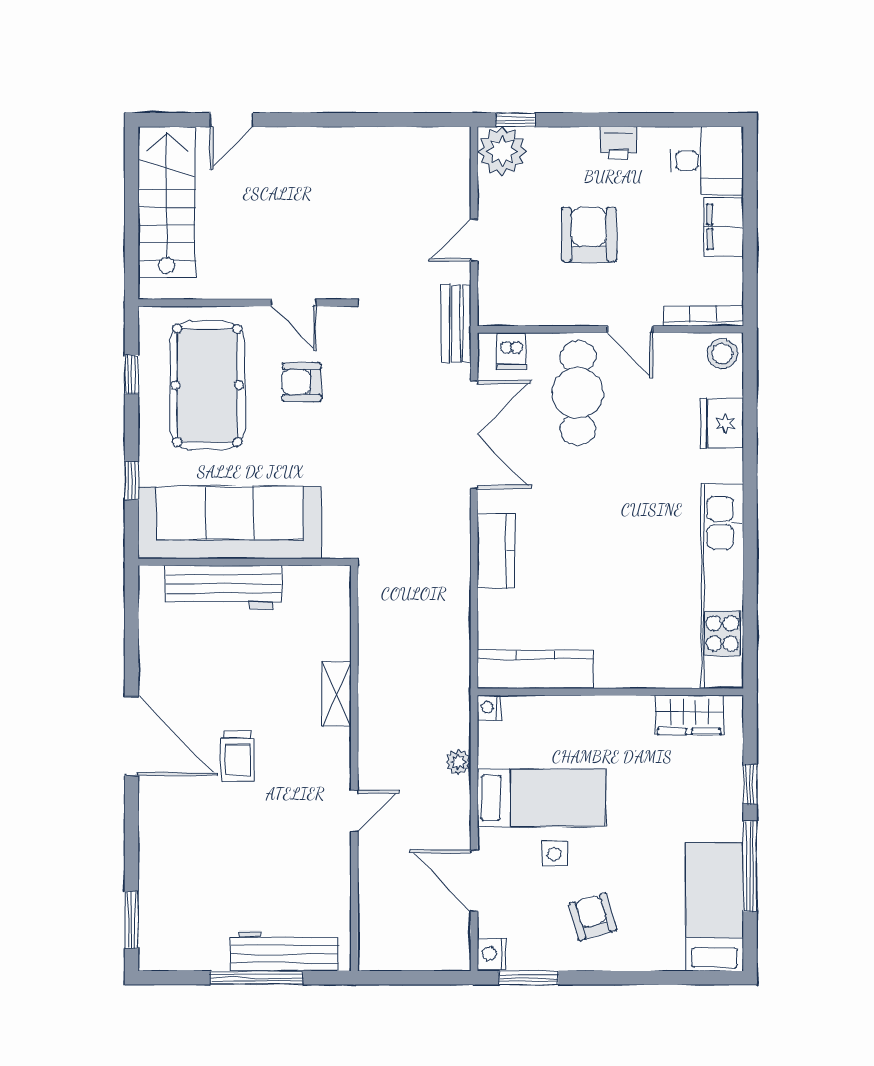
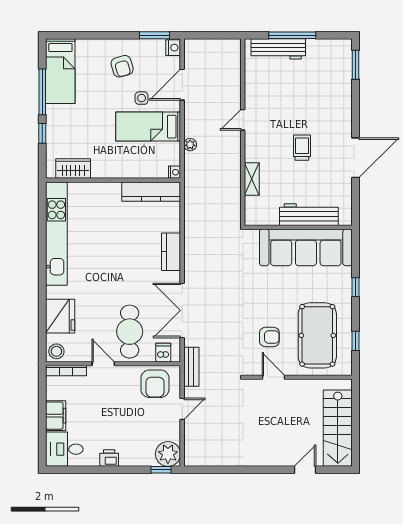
armchair: (589, 235) -> (155, 384), moved
fridge: (722, 423) -> (60, 316), width x1.36, depth x1.34
sofa: (230, 523) -> (306, 247), moved
wall: (245, 562) -> (298, 227), moved
workbench: (224, 587) -> (309, 215), moved
door: (132, 736) -> (356, 158), swing flipped
door: (474, 881) -> (182, 85), swing flipped

